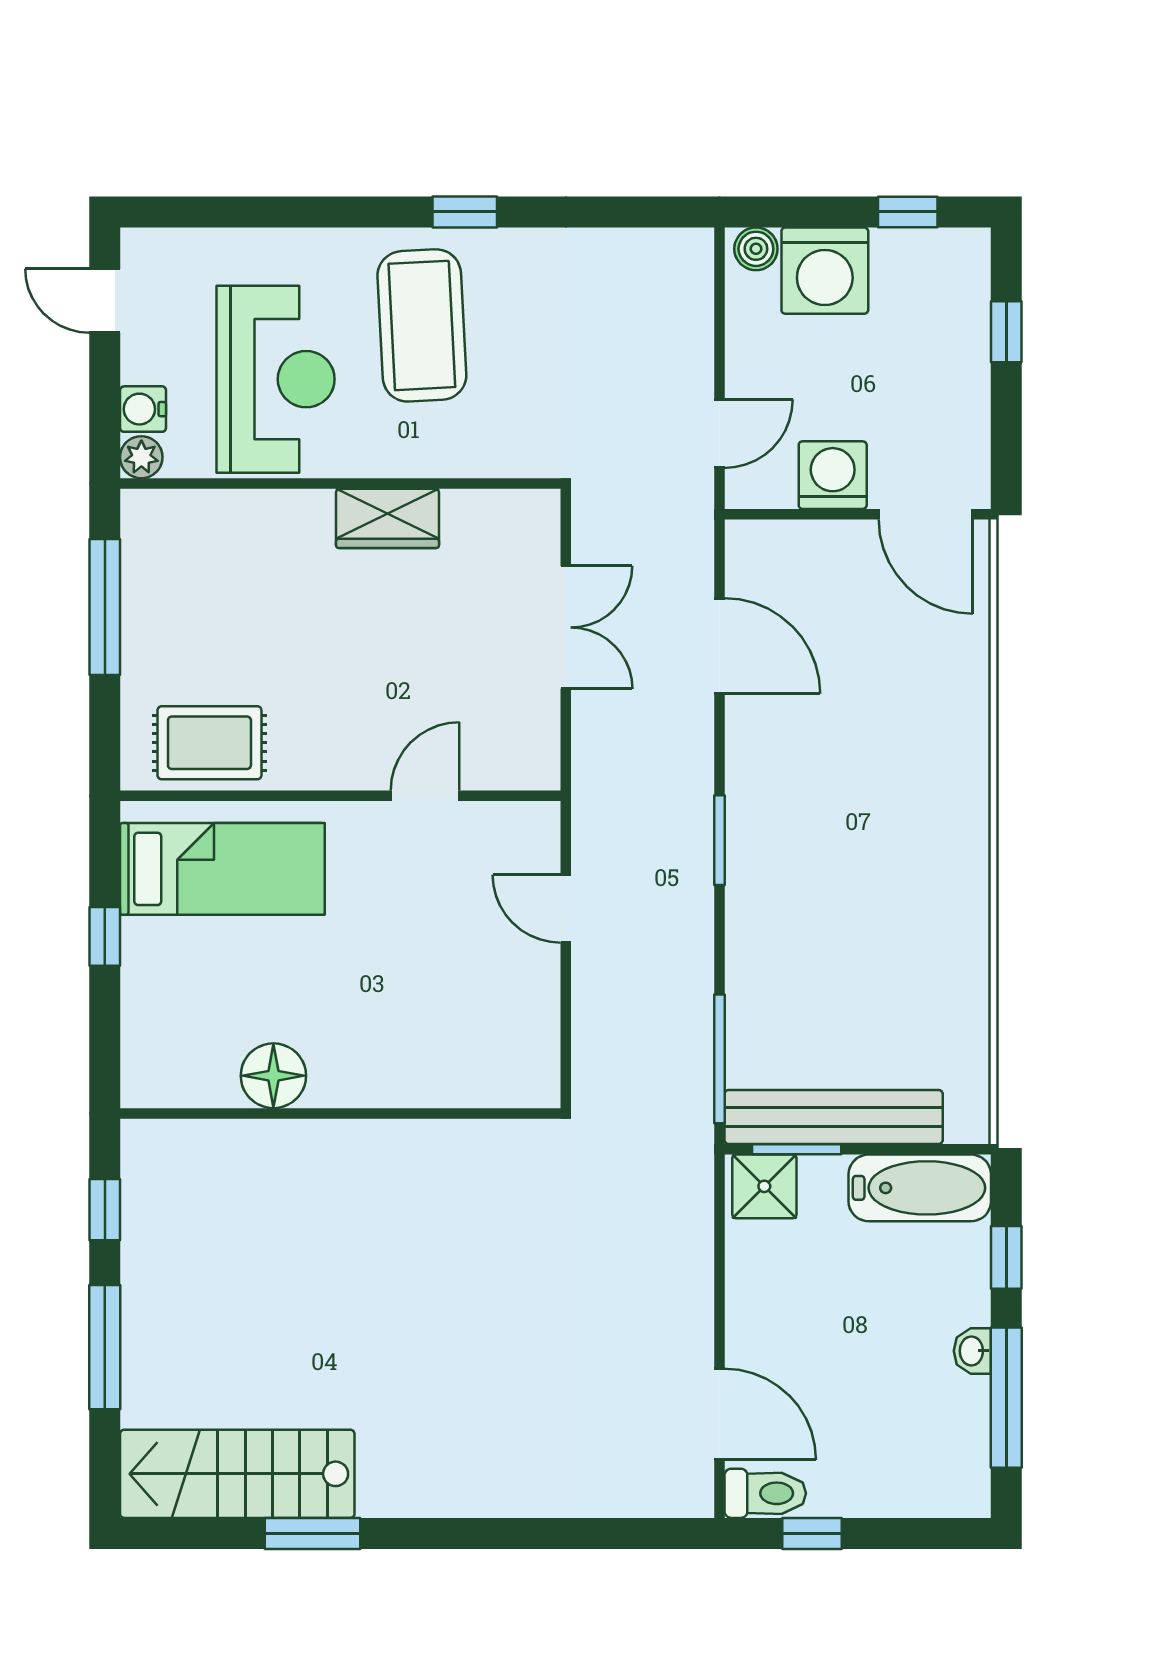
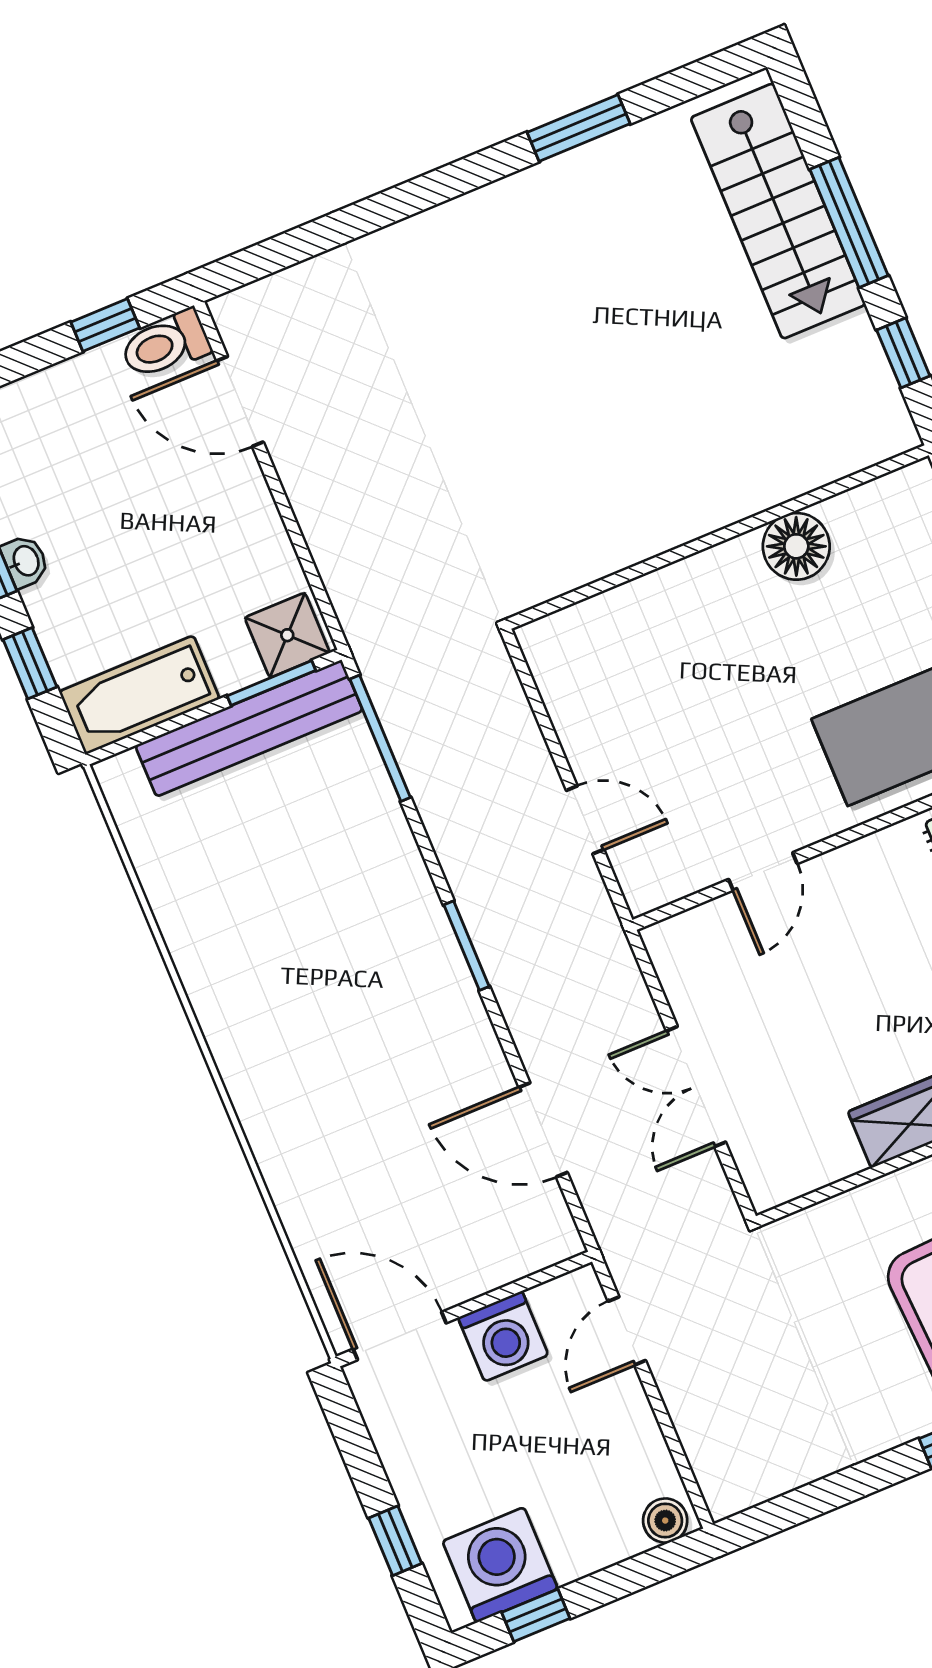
washing machine: (825, 271) -> (500, 1565), moved
stairs: (237, 1474) -> (778, 211), moved, turned 90

